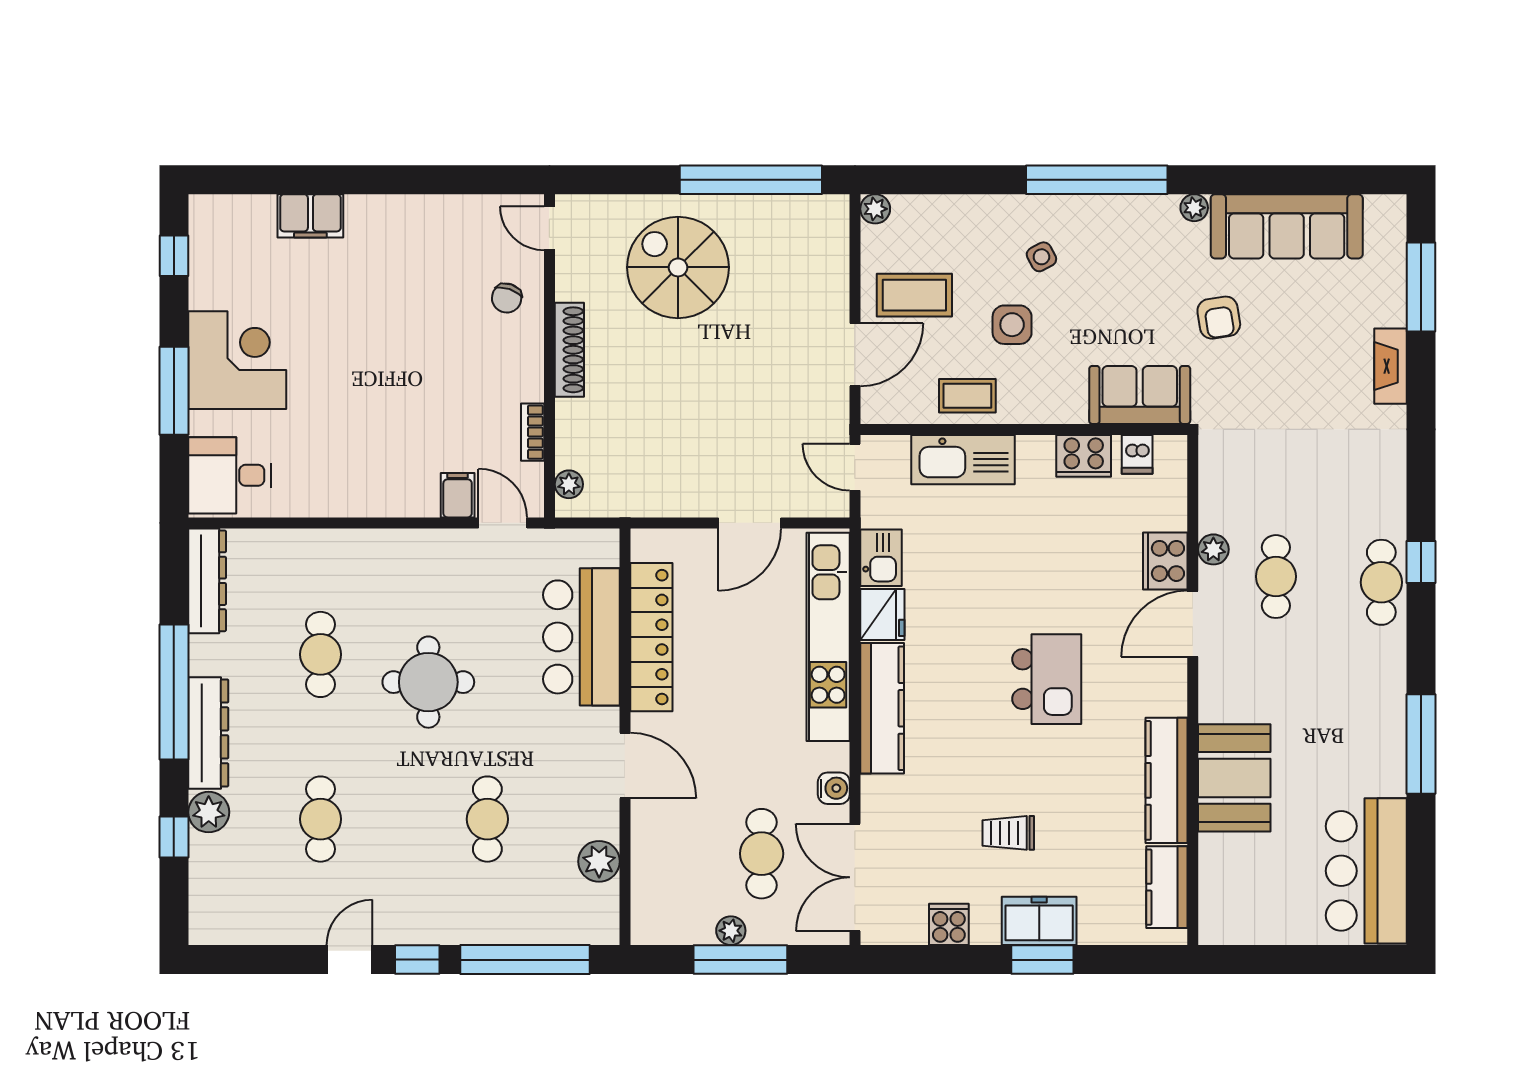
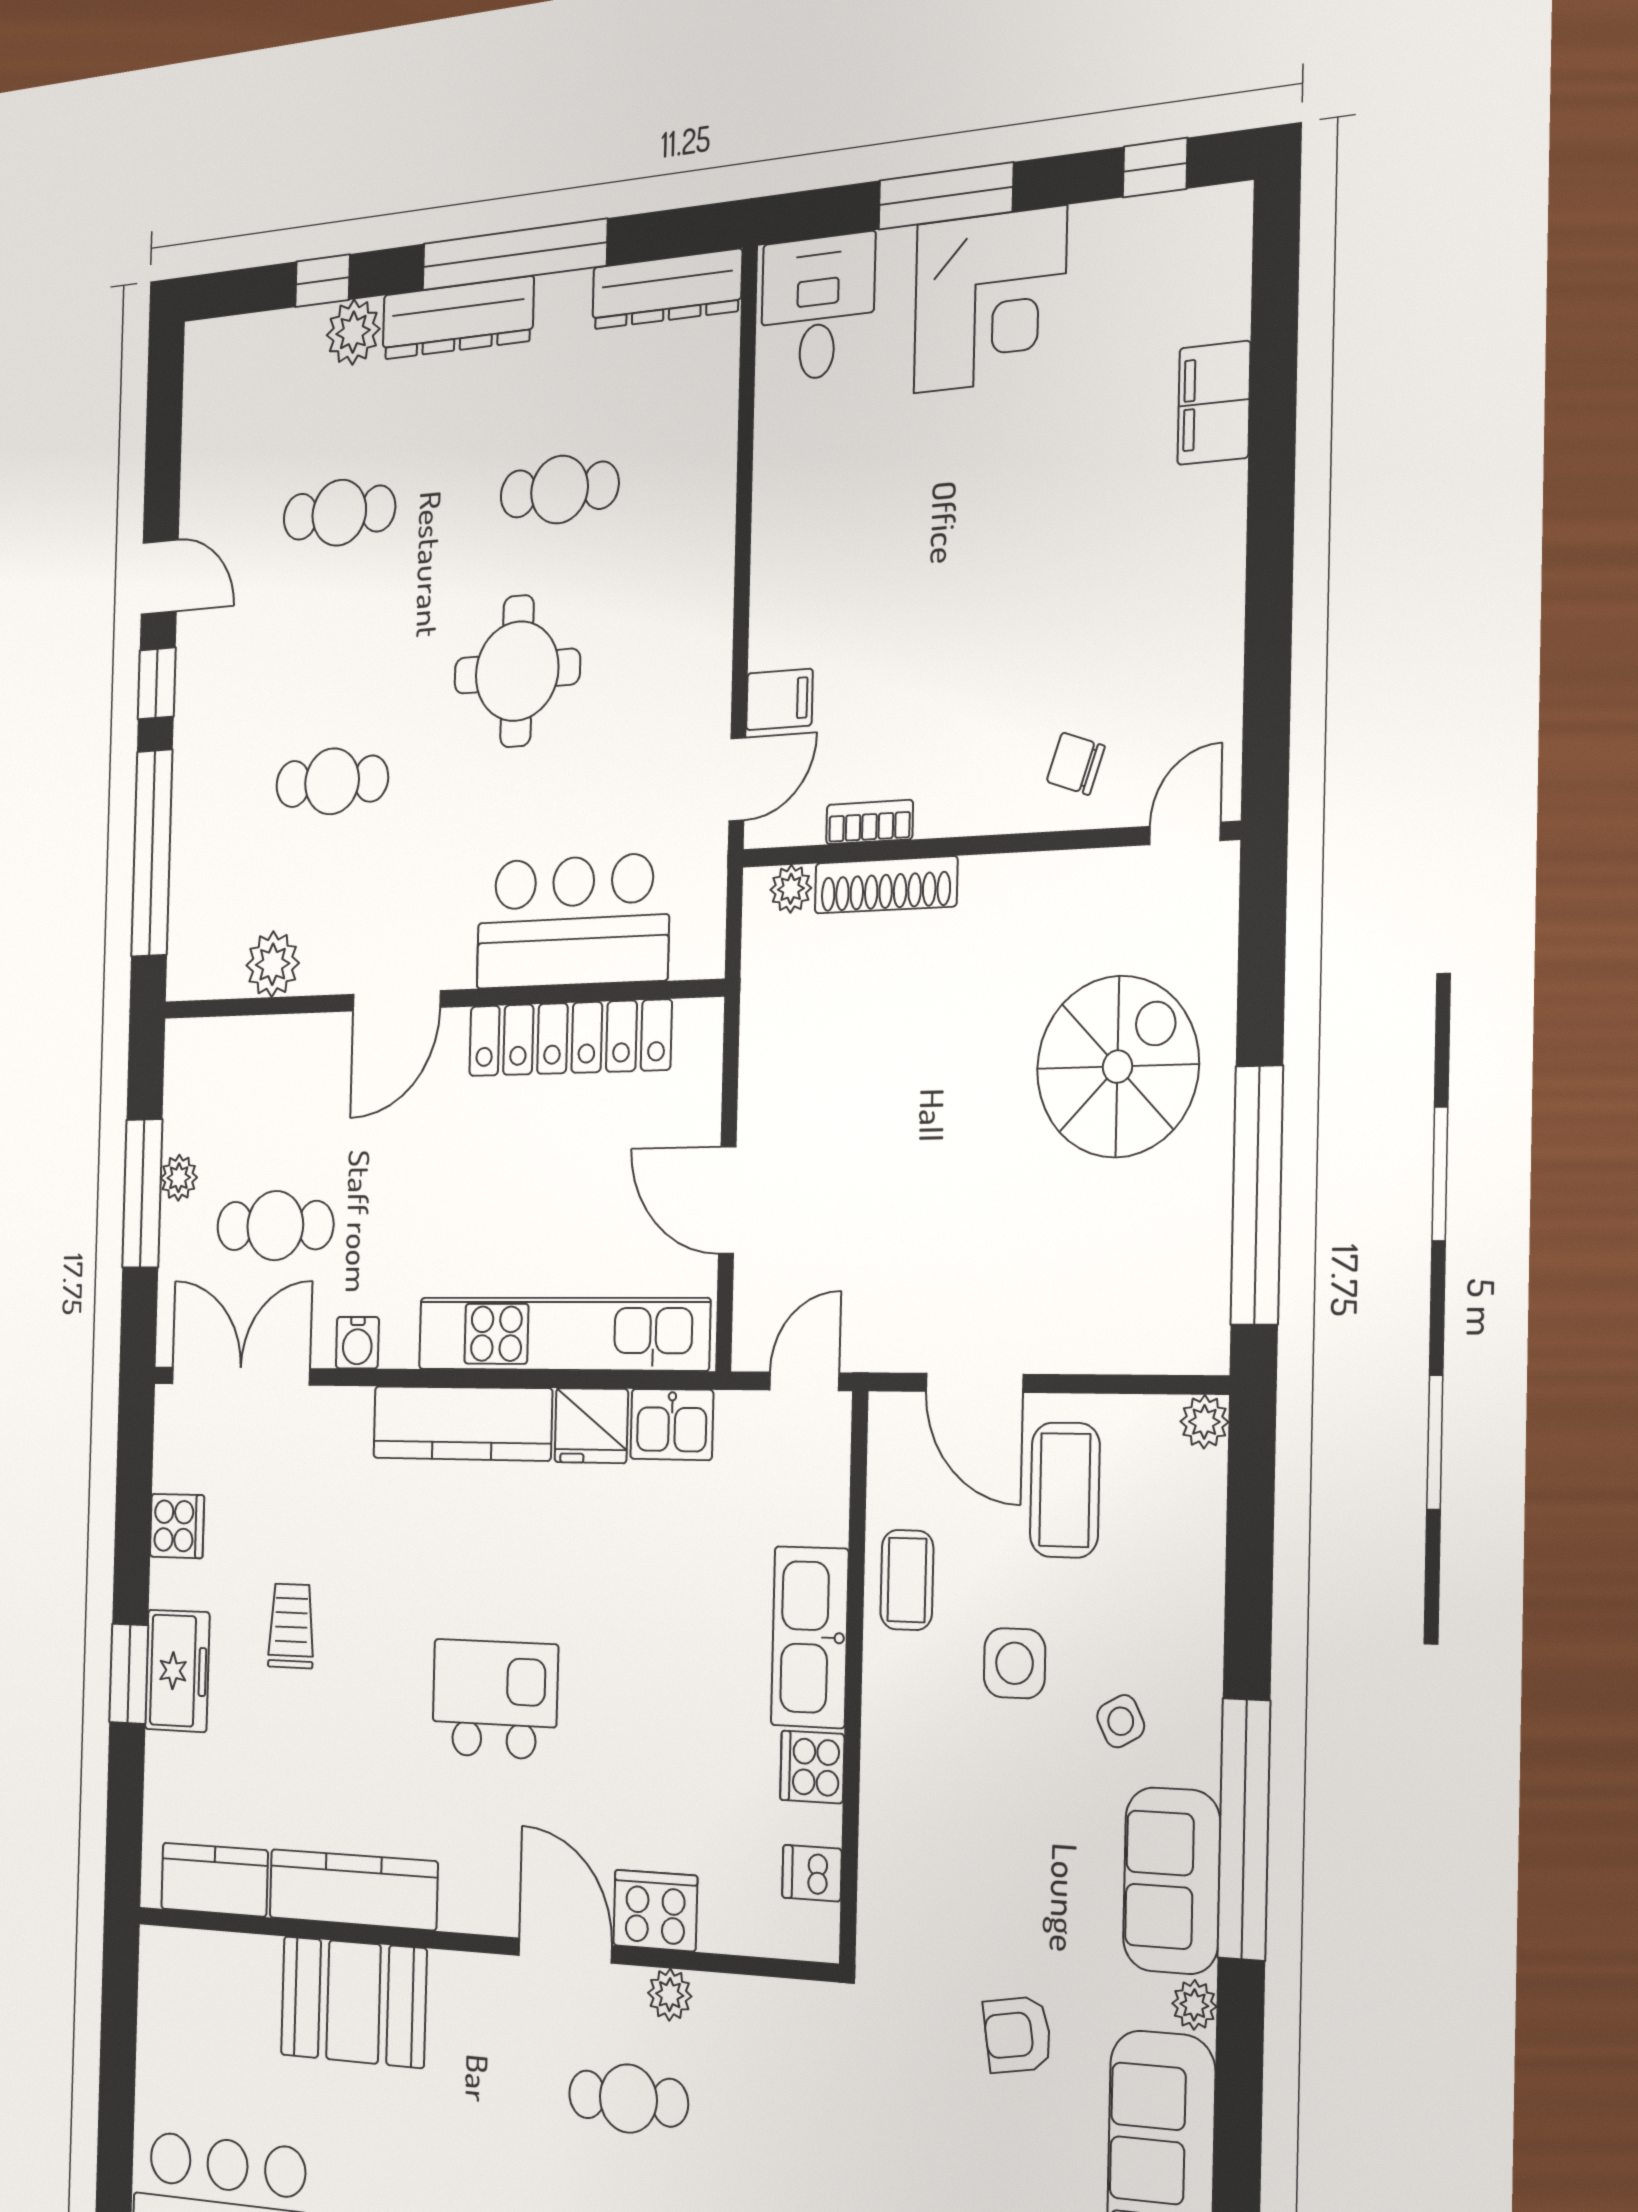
shoe rack: (569, 350) -> (886, 885), moved
sofa: (1140, 395) -> (1172, 1881), moved, turned 180
cooker: (1084, 456) -> (812, 1767), width x0.73
kitchen sink: (963, 460) -> (810, 1637), moved
kitchen island: (1047, 679) -> (495, 1699), turned 180

